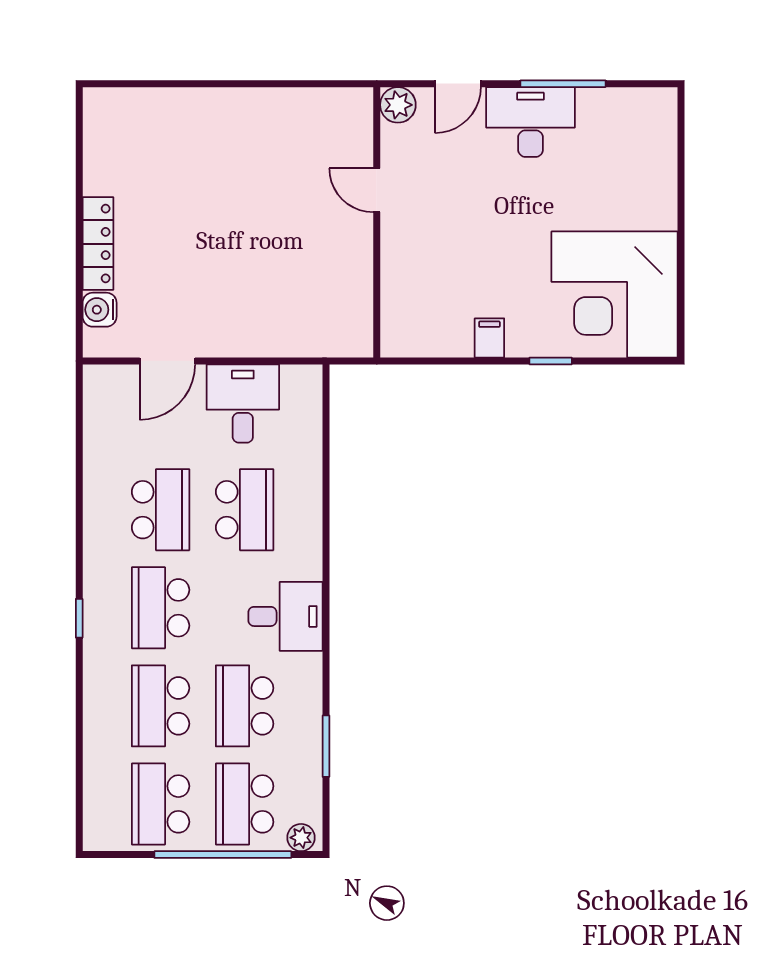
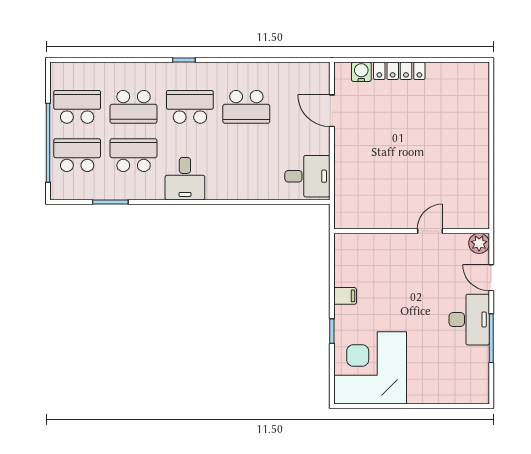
desk: (243, 403) -> (307, 176), moved
school desk: (245, 510) -> (246, 155), removed
school desk: (161, 706) -> (134, 107), turned 180
plant: (301, 838) -> (58, 188), removed

